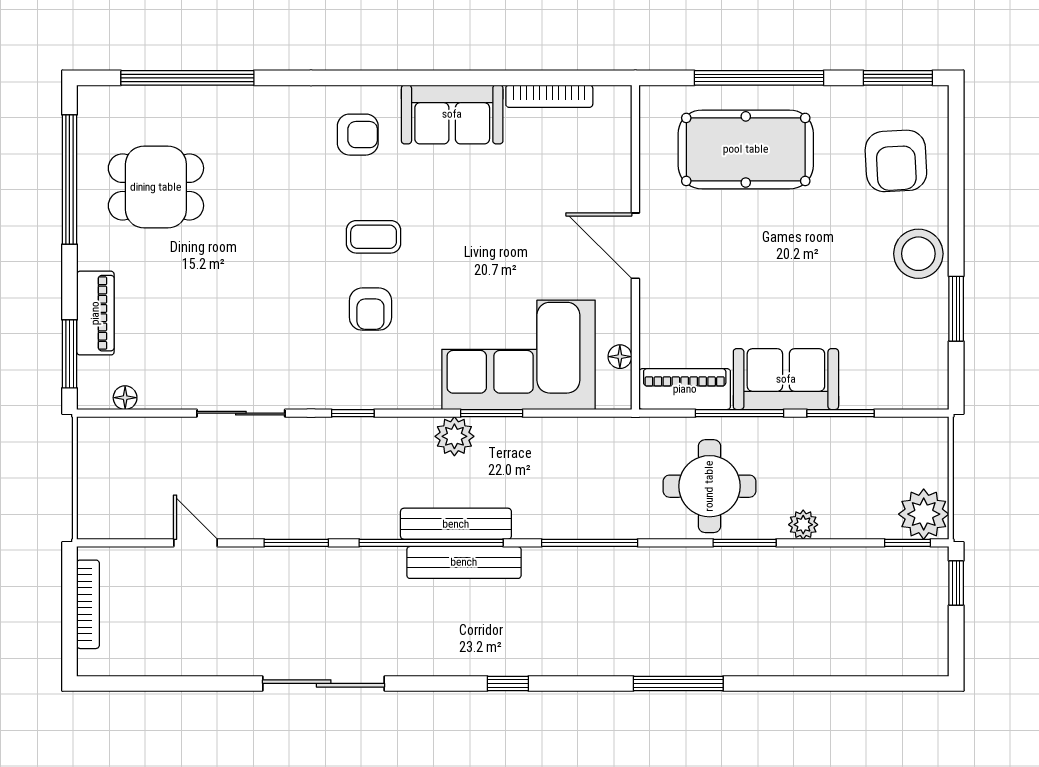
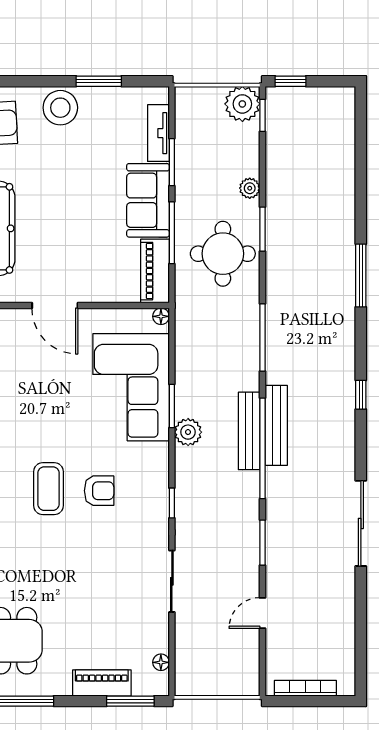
coffee table: (374, 237) -> (48, 489), width x1.36, depth x1.30
door: (635, 246) -> (55, 306), hinge flipped
floor lamp: (620, 357) -> (161, 316), moved
tv unit: (882, 394) -> (158, 133), added

